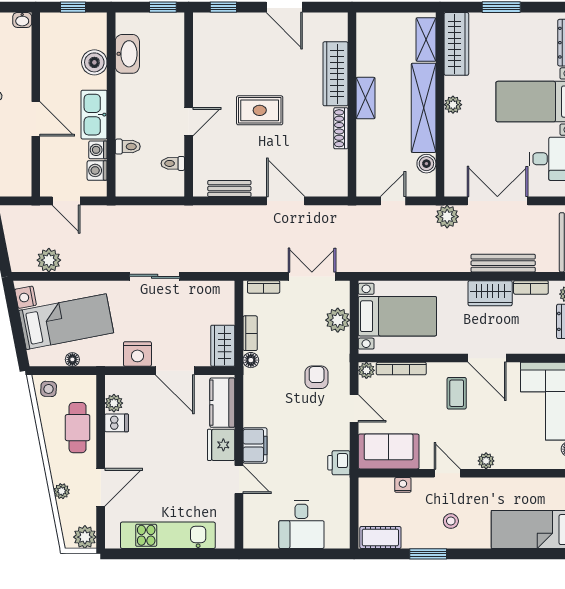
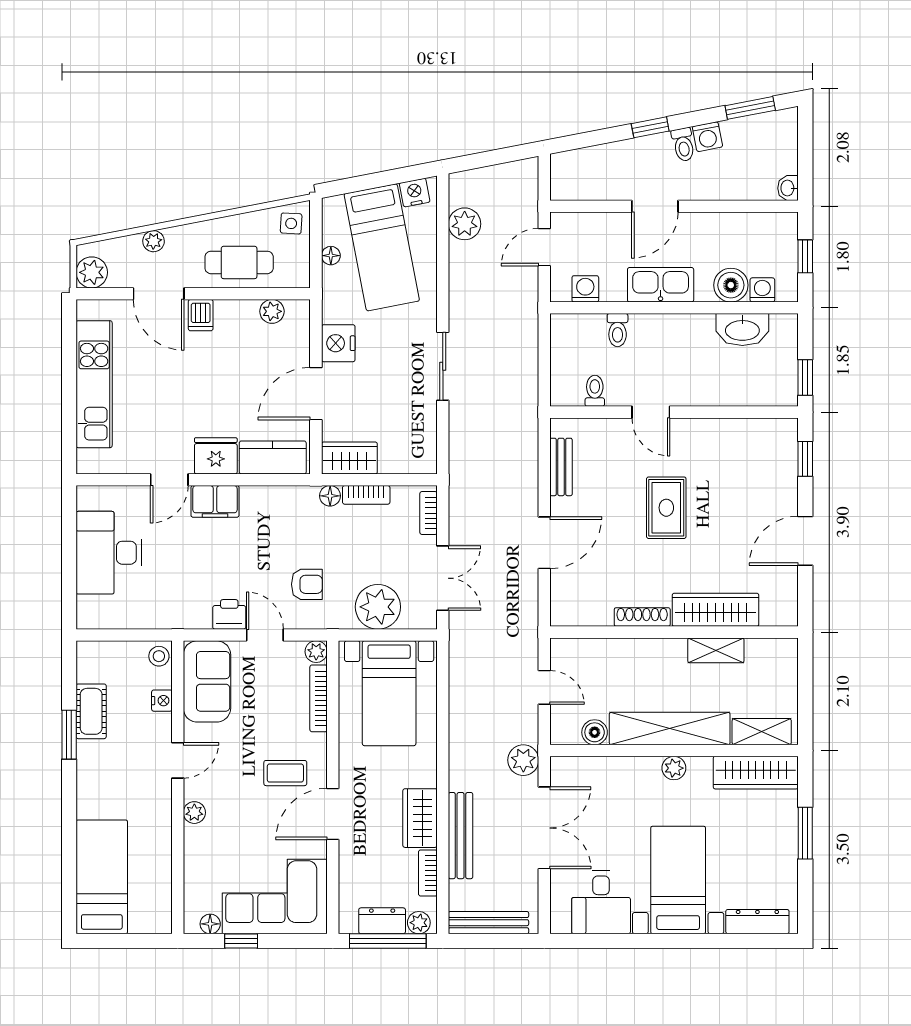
shelving: (366, 98) -> (716, 650), moved
washing machine: (98, 150) -> (762, 290), moved
plant: (338, 320) -> (378, 607), width x1.36, depth x1.36
door: (354, 408) -> (265, 635), swing flipped
dishwasher: (117, 423) -> (201, 315), moved
printer: (339, 463) -> (229, 614), moved
stool: (451, 521) -> (159, 656), moved
desk: (301, 524) -> (109, 553), width x1.37
cot: (380, 537) -> (91, 711), moved

